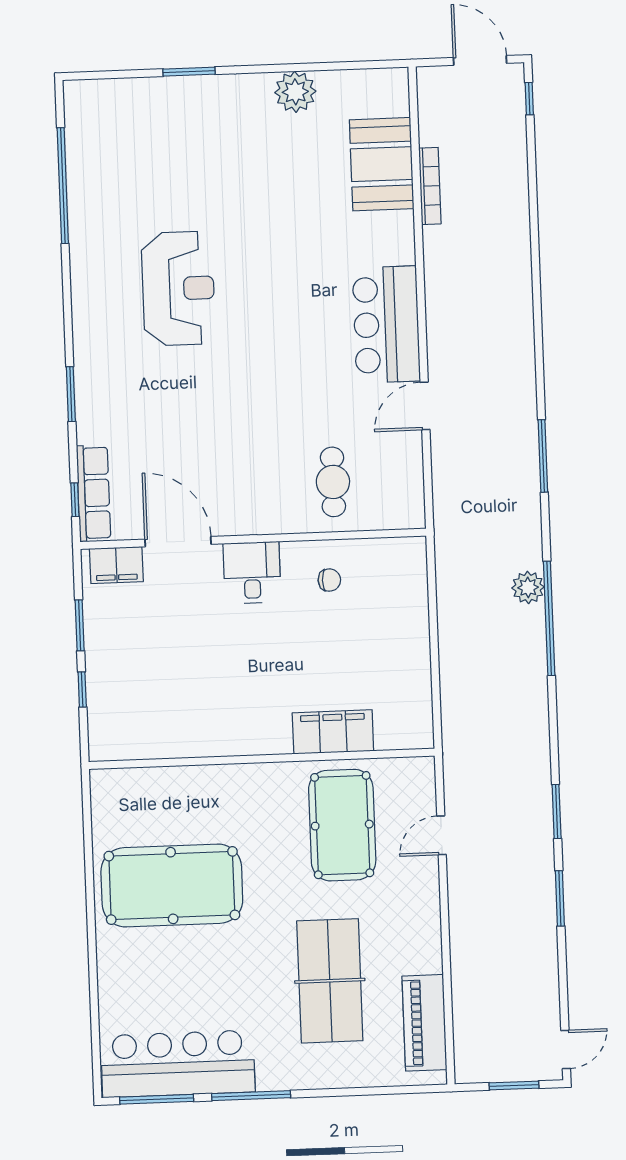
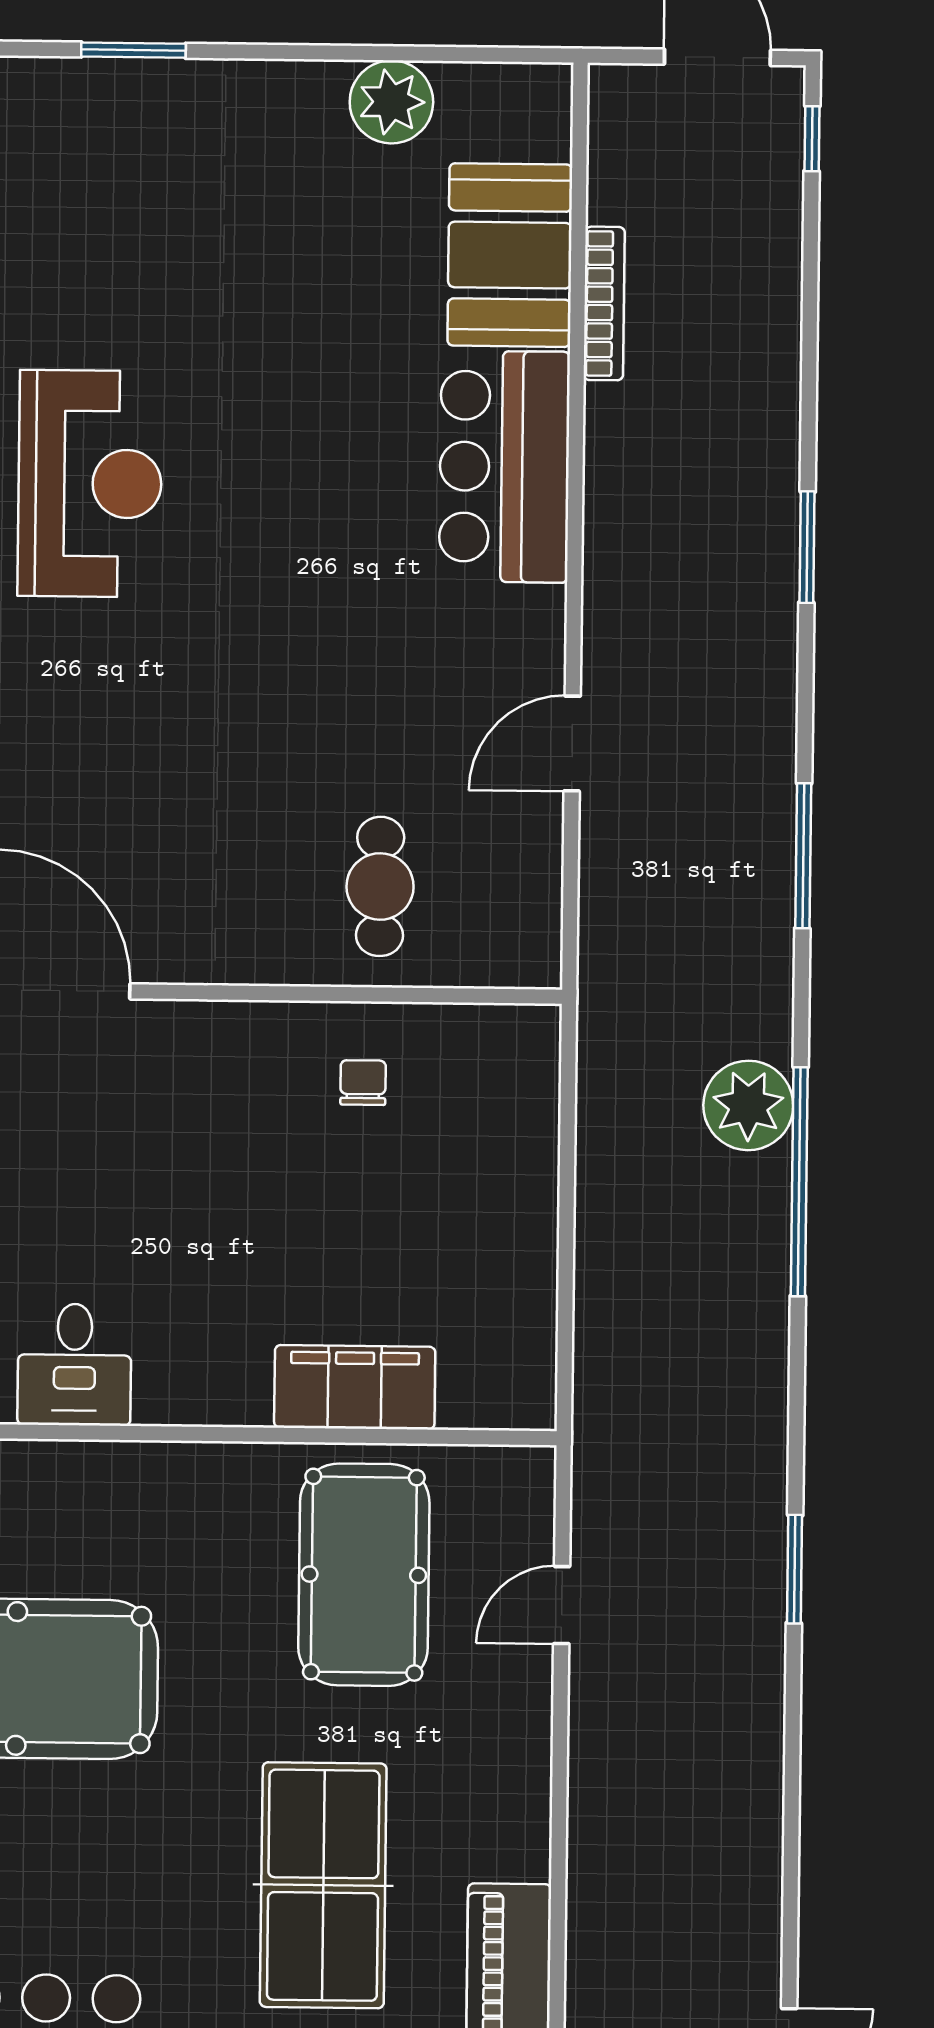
plant: (295, 92) -> (391, 102), moved
bar counter: (386, 325) -> (504, 467), moved
desk: (252, 573) -> (74, 1365), moved, turned 180
chair: (329, 580) -> (363, 1083), turned -90
plant: (528, 587) -> (748, 1105), width x1.36, depth x1.36
window: (560, 898) -> (807, 547), moved

